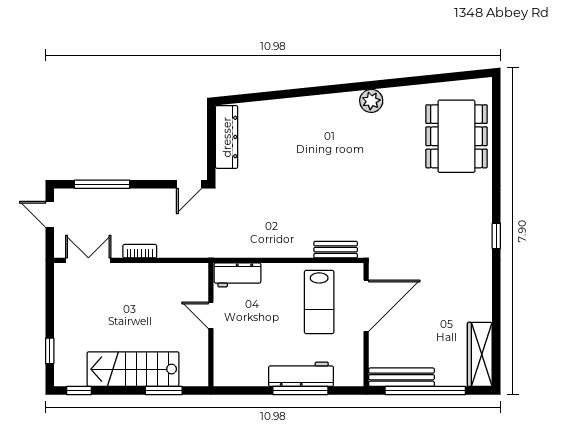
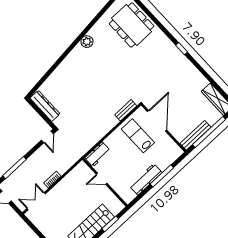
lab bench: (319, 302) -> (138, 136), turned 180
workbench: (301, 374) -> (146, 179), moved

